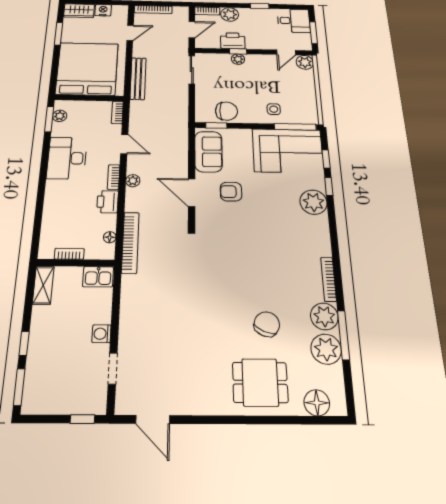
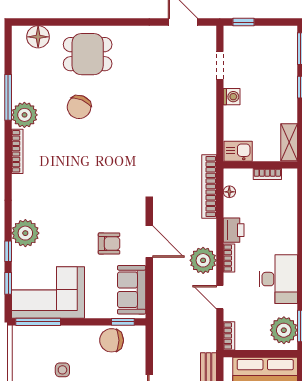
side table: (274, 109) -> (62, 370), moved
plant: (60, 116) -> (284, 330), width x1.88, depth x1.88
plant: (133, 181) -> (203, 260), width x1.87, depth x1.87
plant: (326, 349) -> (26, 84), removed

